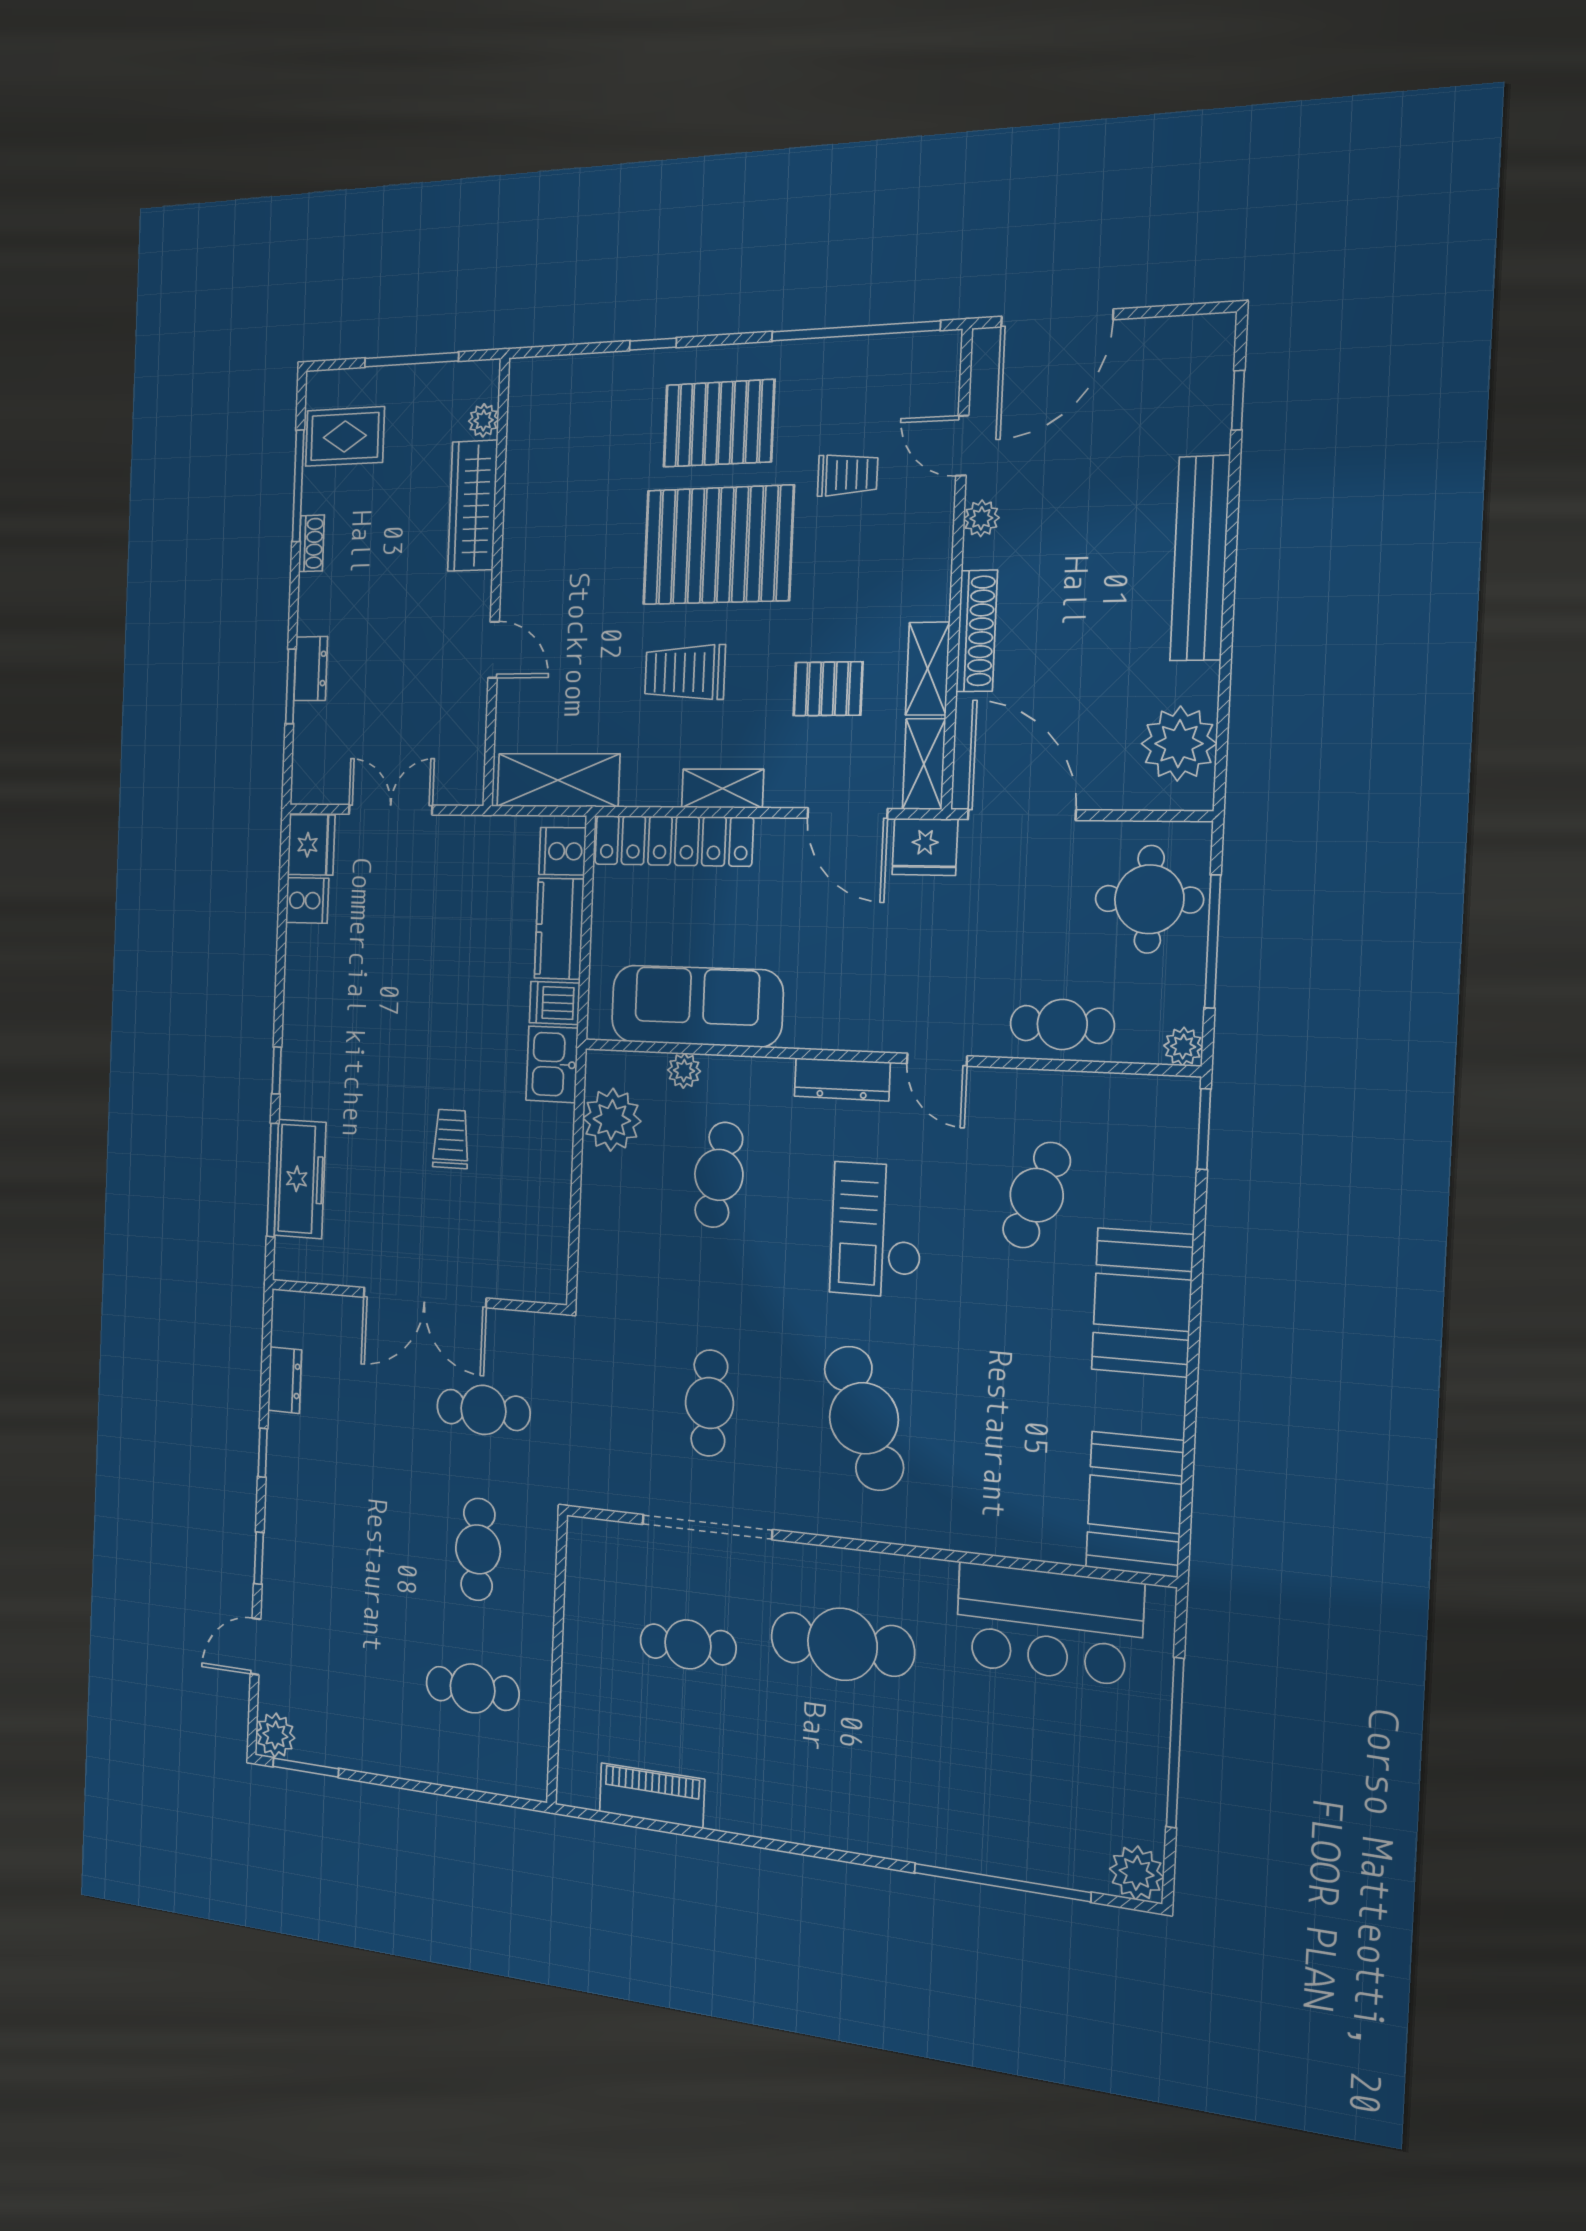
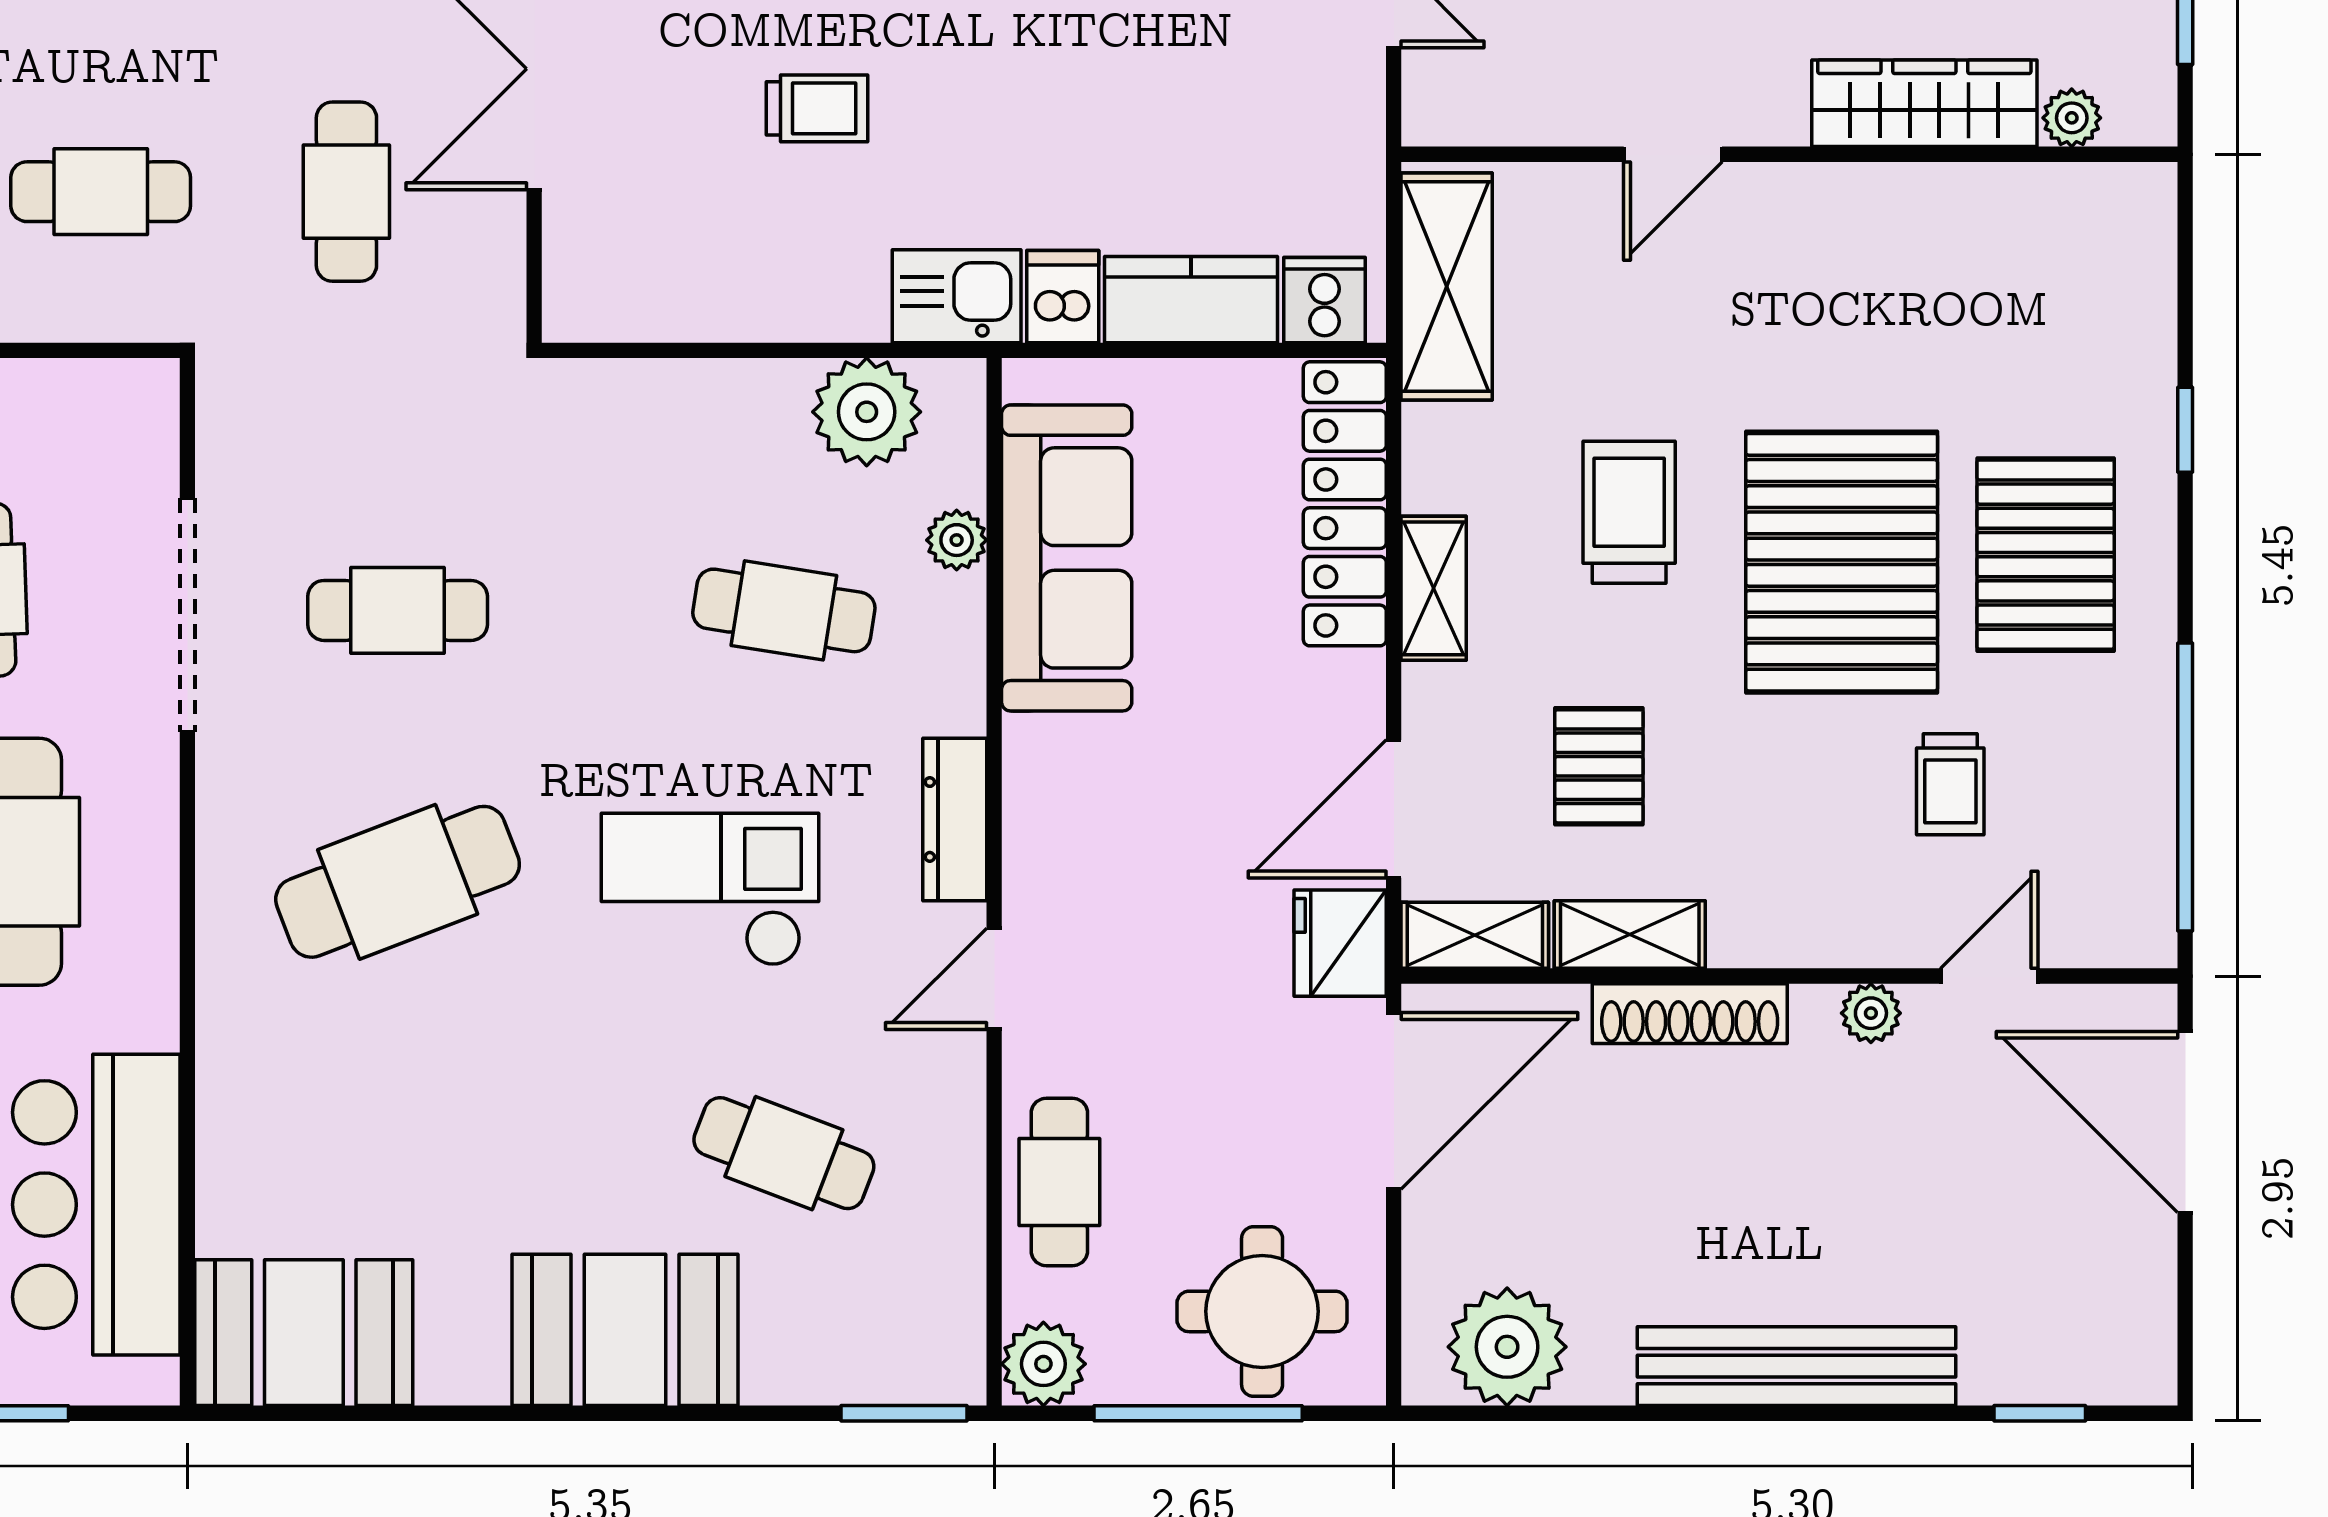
plant: (1183, 1047) -> (1043, 1364), width x1.38, depth x1.38

